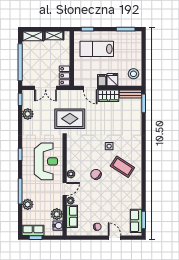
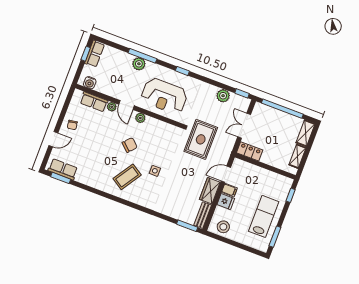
lab bench: (97, 49) -> (264, 216), moved
plant: (28, 204) -> (139, 64), moved
plant: (57, 214) -> (103, 86), removed

